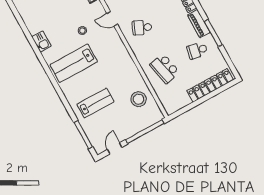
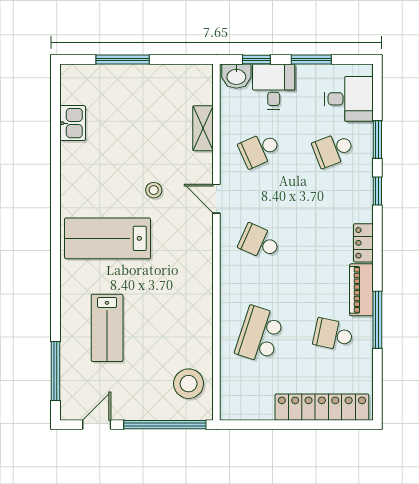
kitchen sink: (41, 42) -> (73, 123), moved
school desk: (165, 69) -> (259, 334), turned 30
stool: (138, 99) -> (189, 384), moved
lab bench: (96, 103) -> (107, 328), turned 90

